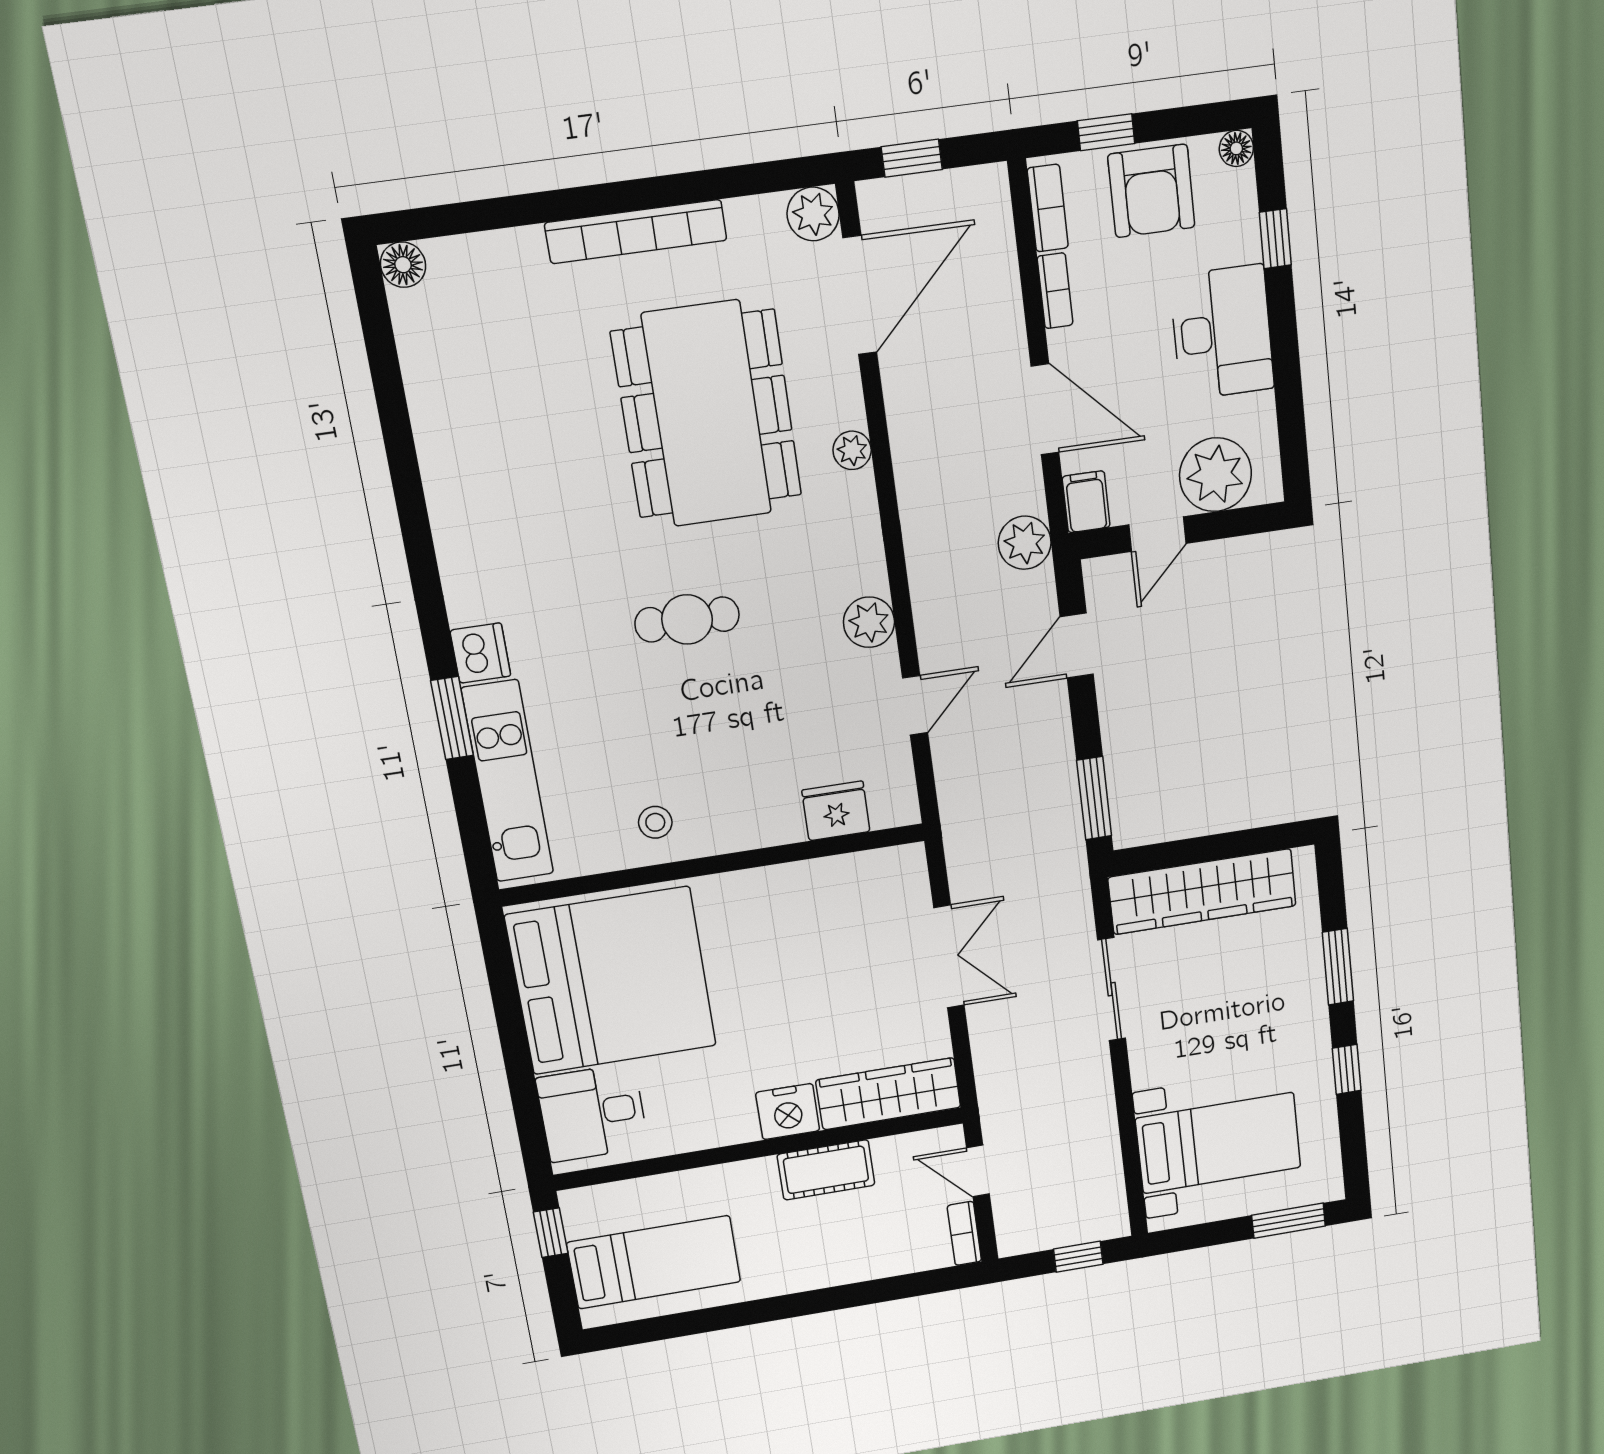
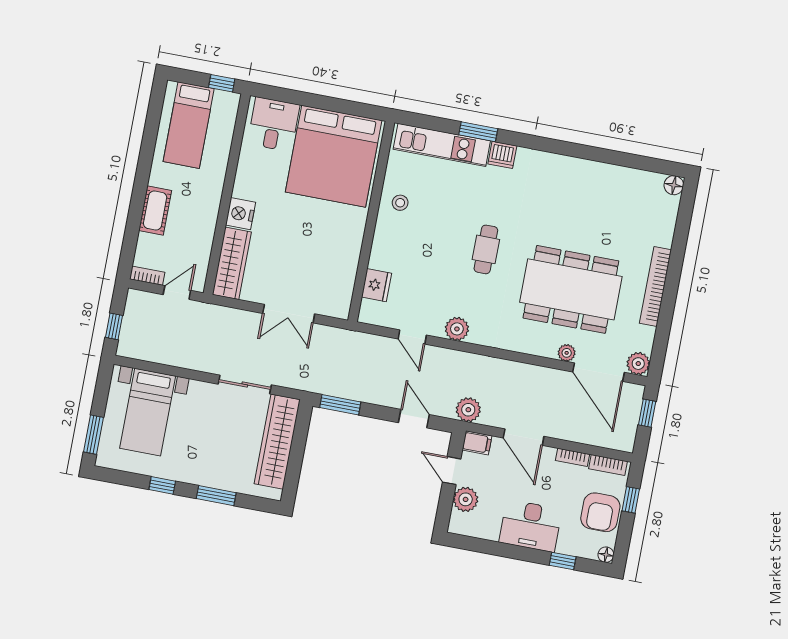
armchair: (1151, 191) -> (600, 512), turned -90
door: (1045, 409) -> (524, 437), hinge flipped
plant: (852, 450) -> (567, 353), moved
plant: (1216, 475) -> (466, 499), width x0.73, depth x0.73
cot: (826, 1170) -> (155, 211), moved

